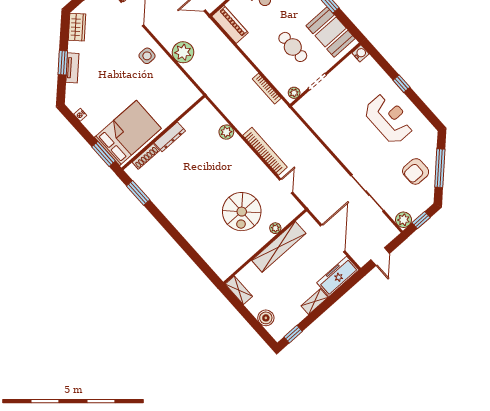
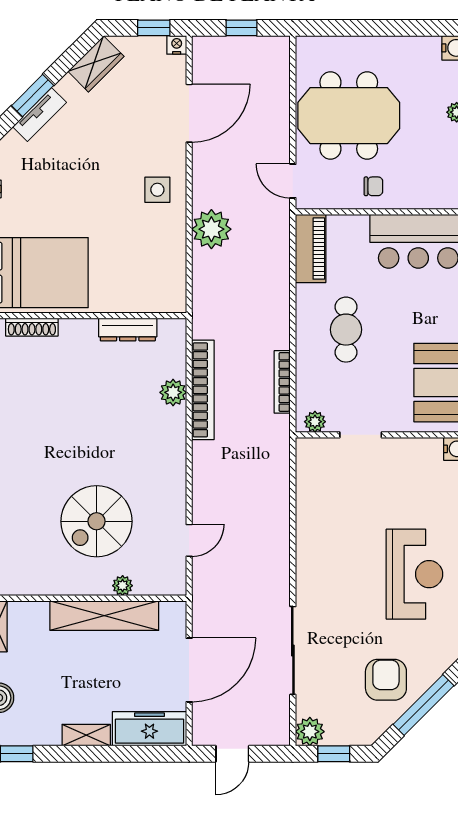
cafe table: (293, 47) -> (346, 330), moved
dresser: (170, 137) -> (128, 330), moved
bookcase: (265, 151) -> (203, 390), moved
armchair: (416, 171) -> (386, 680), turned 90

